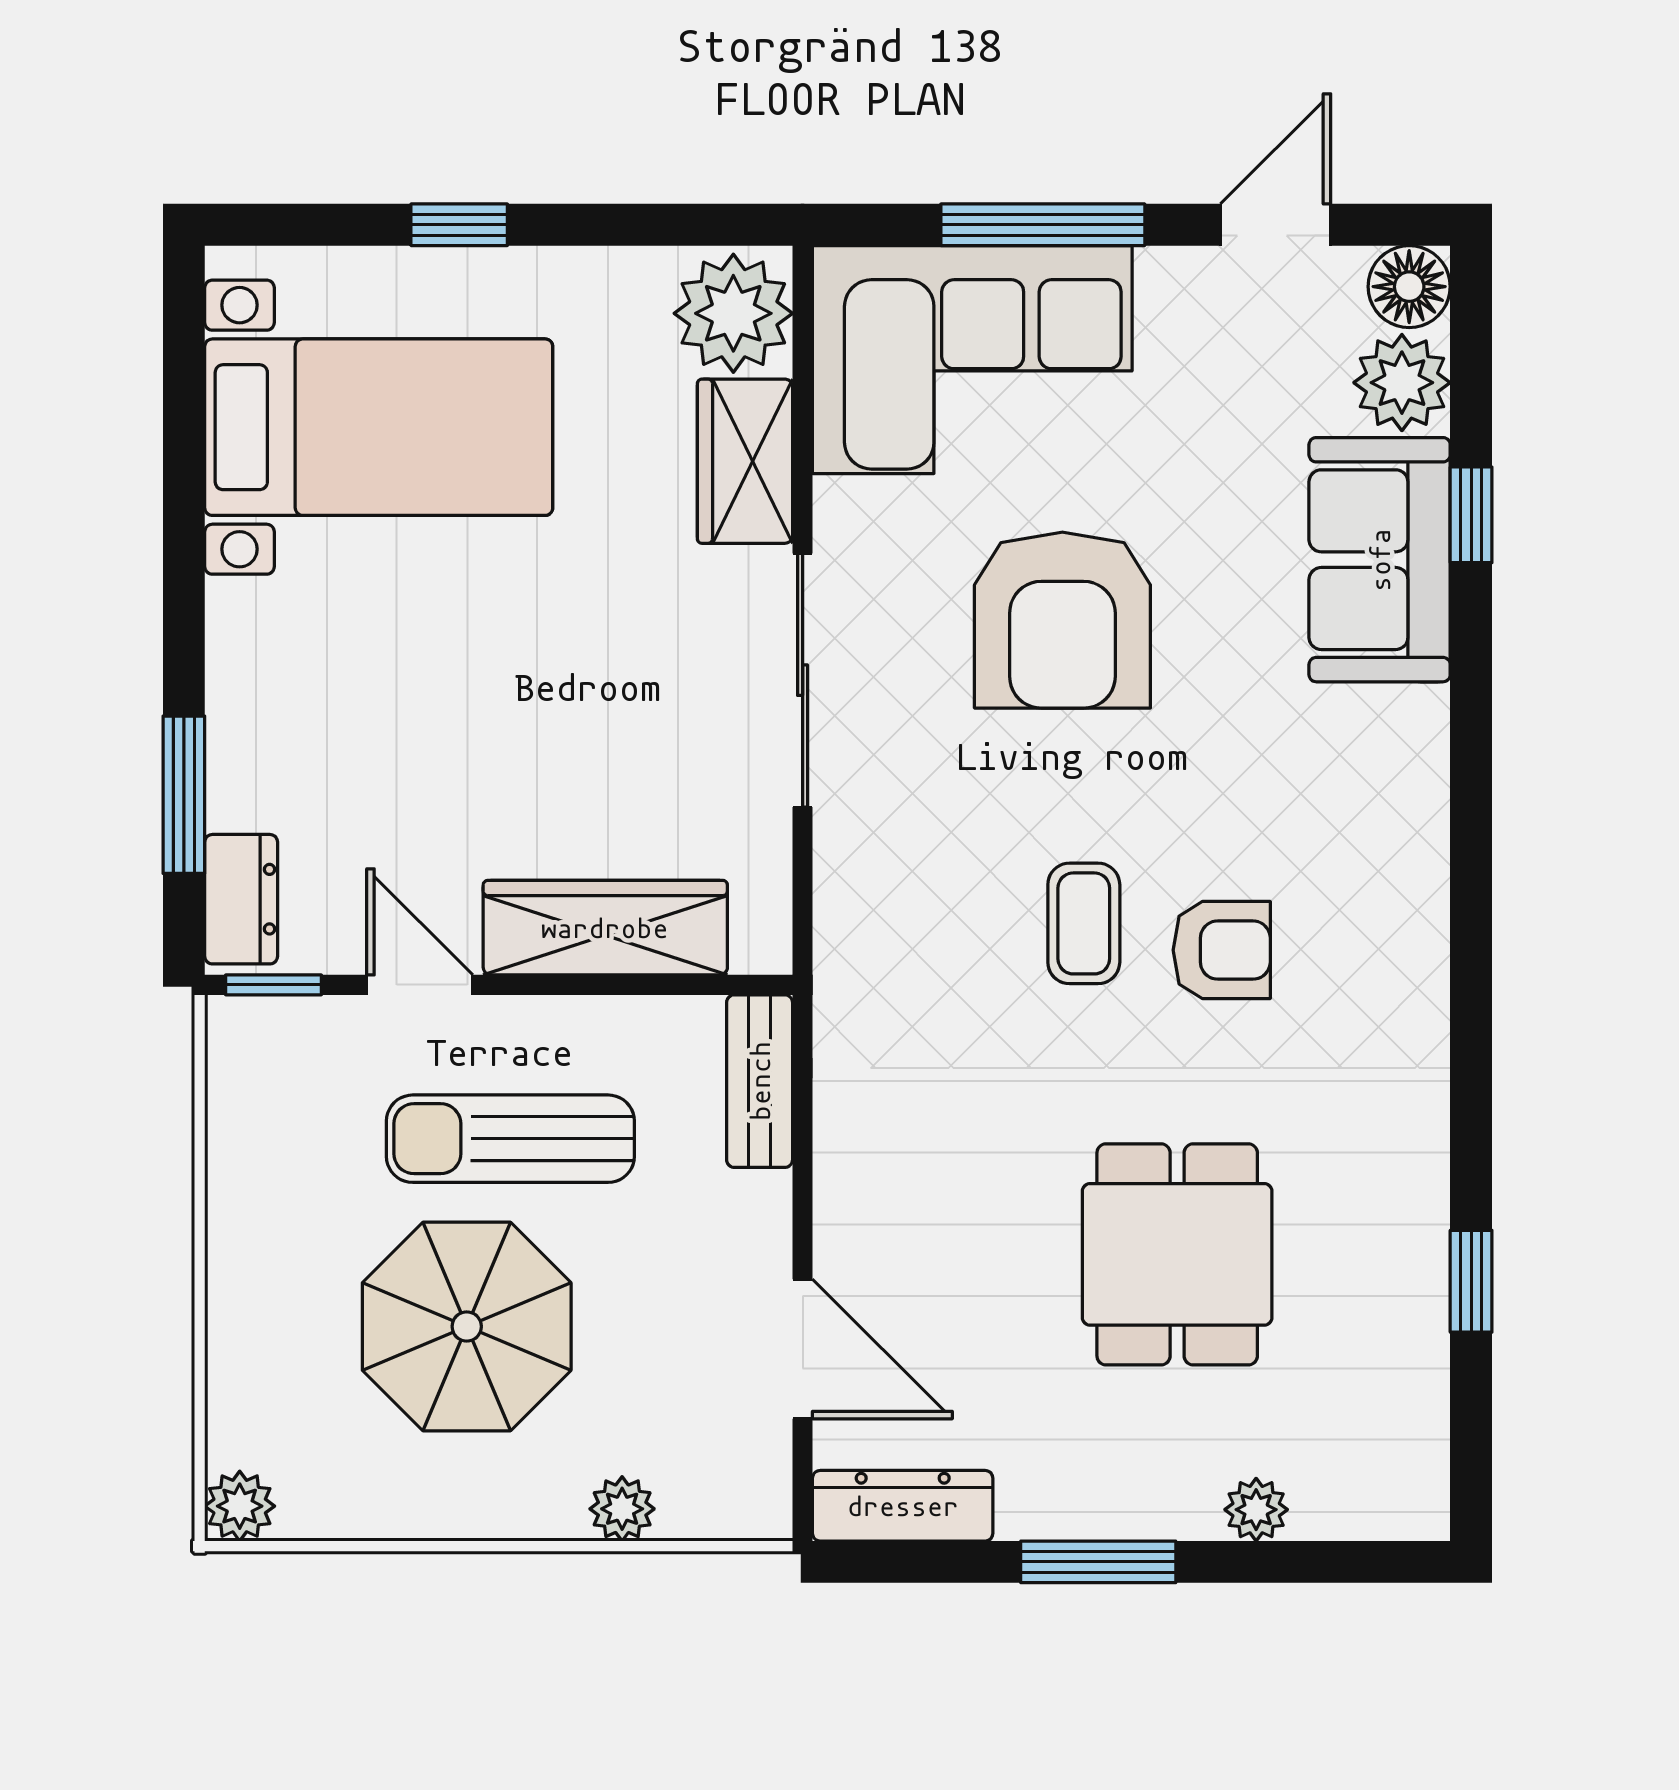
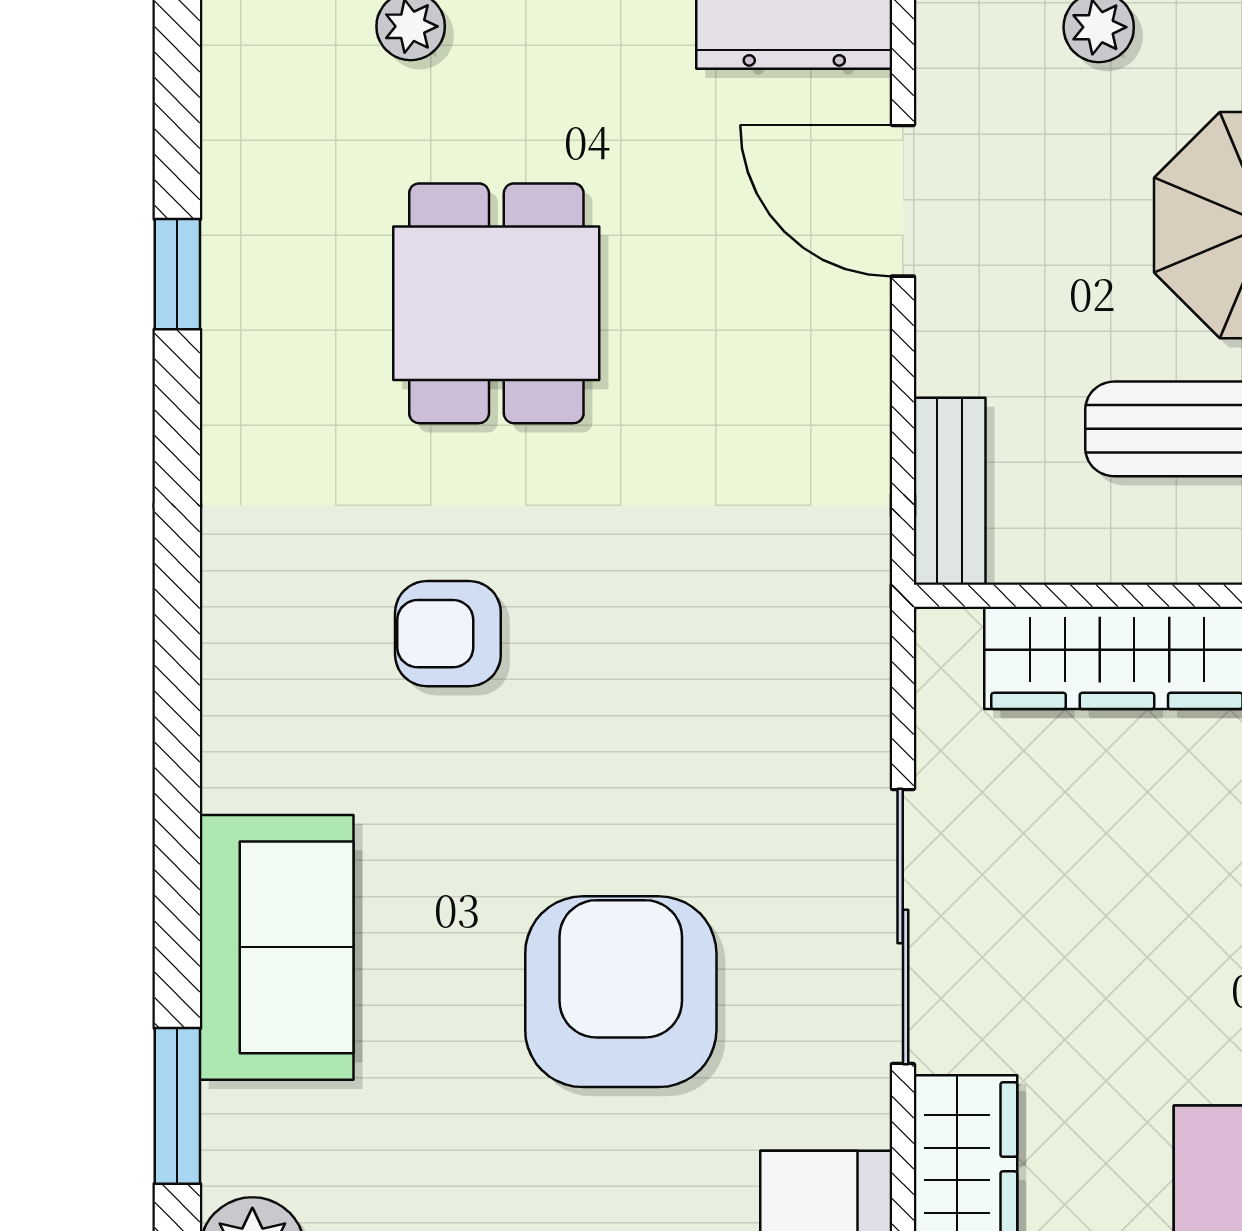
window: (1471, 515) -> (177, 1106), width x1.50
sofa: (1380, 560) -> (277, 947), moved
coffee table: (1084, 923) -> (598, 663), removed

